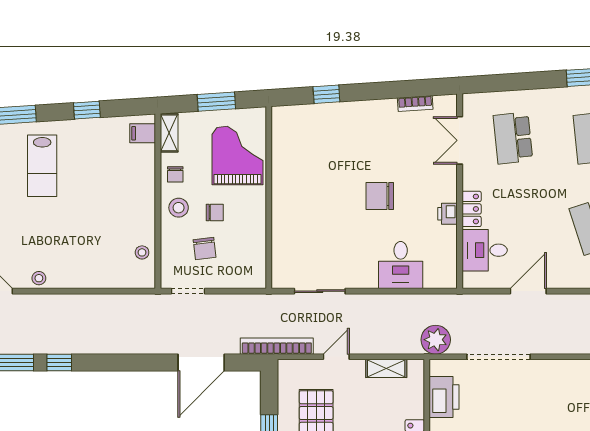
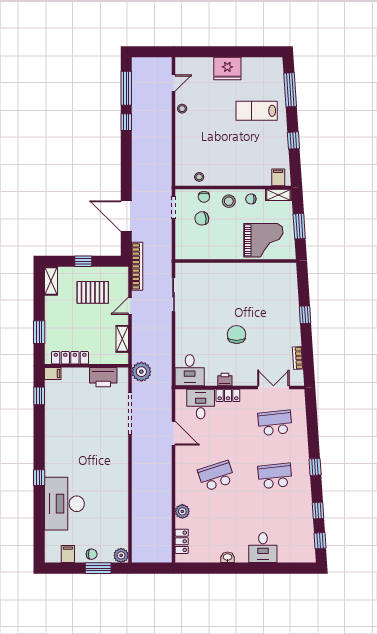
window: (326, 94) -> (305, 315), moved
chair: (215, 213) -> (204, 197), moved
desk: (401, 265) -> (190, 370), moved, turned -90
door: (336, 357) -> (130, 306), swing flipped

